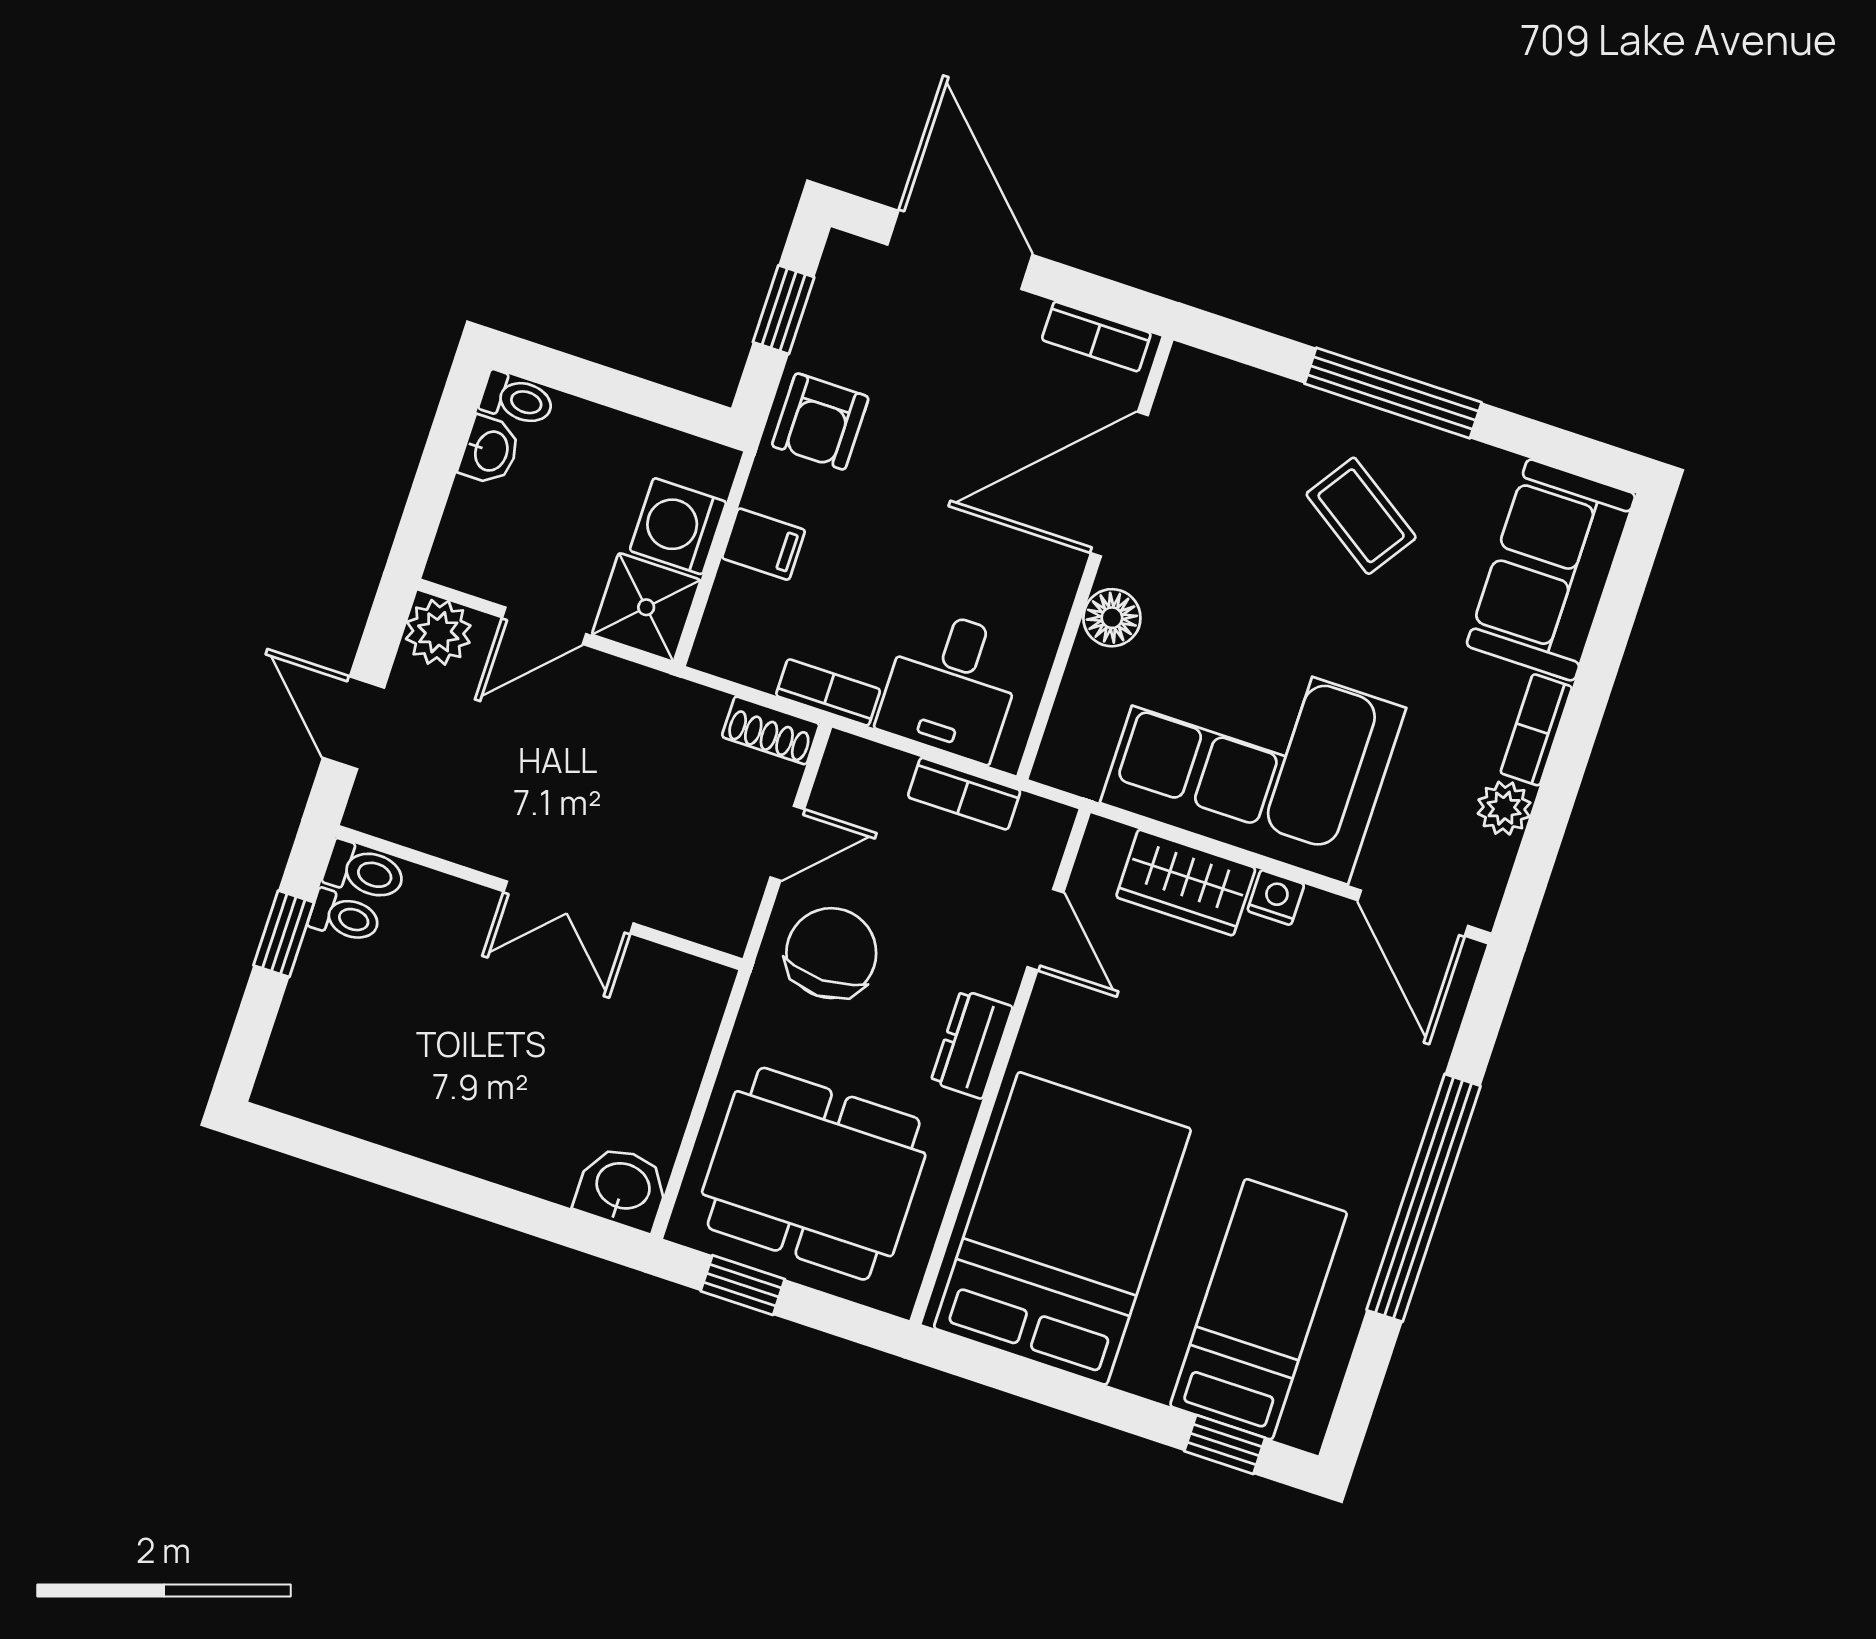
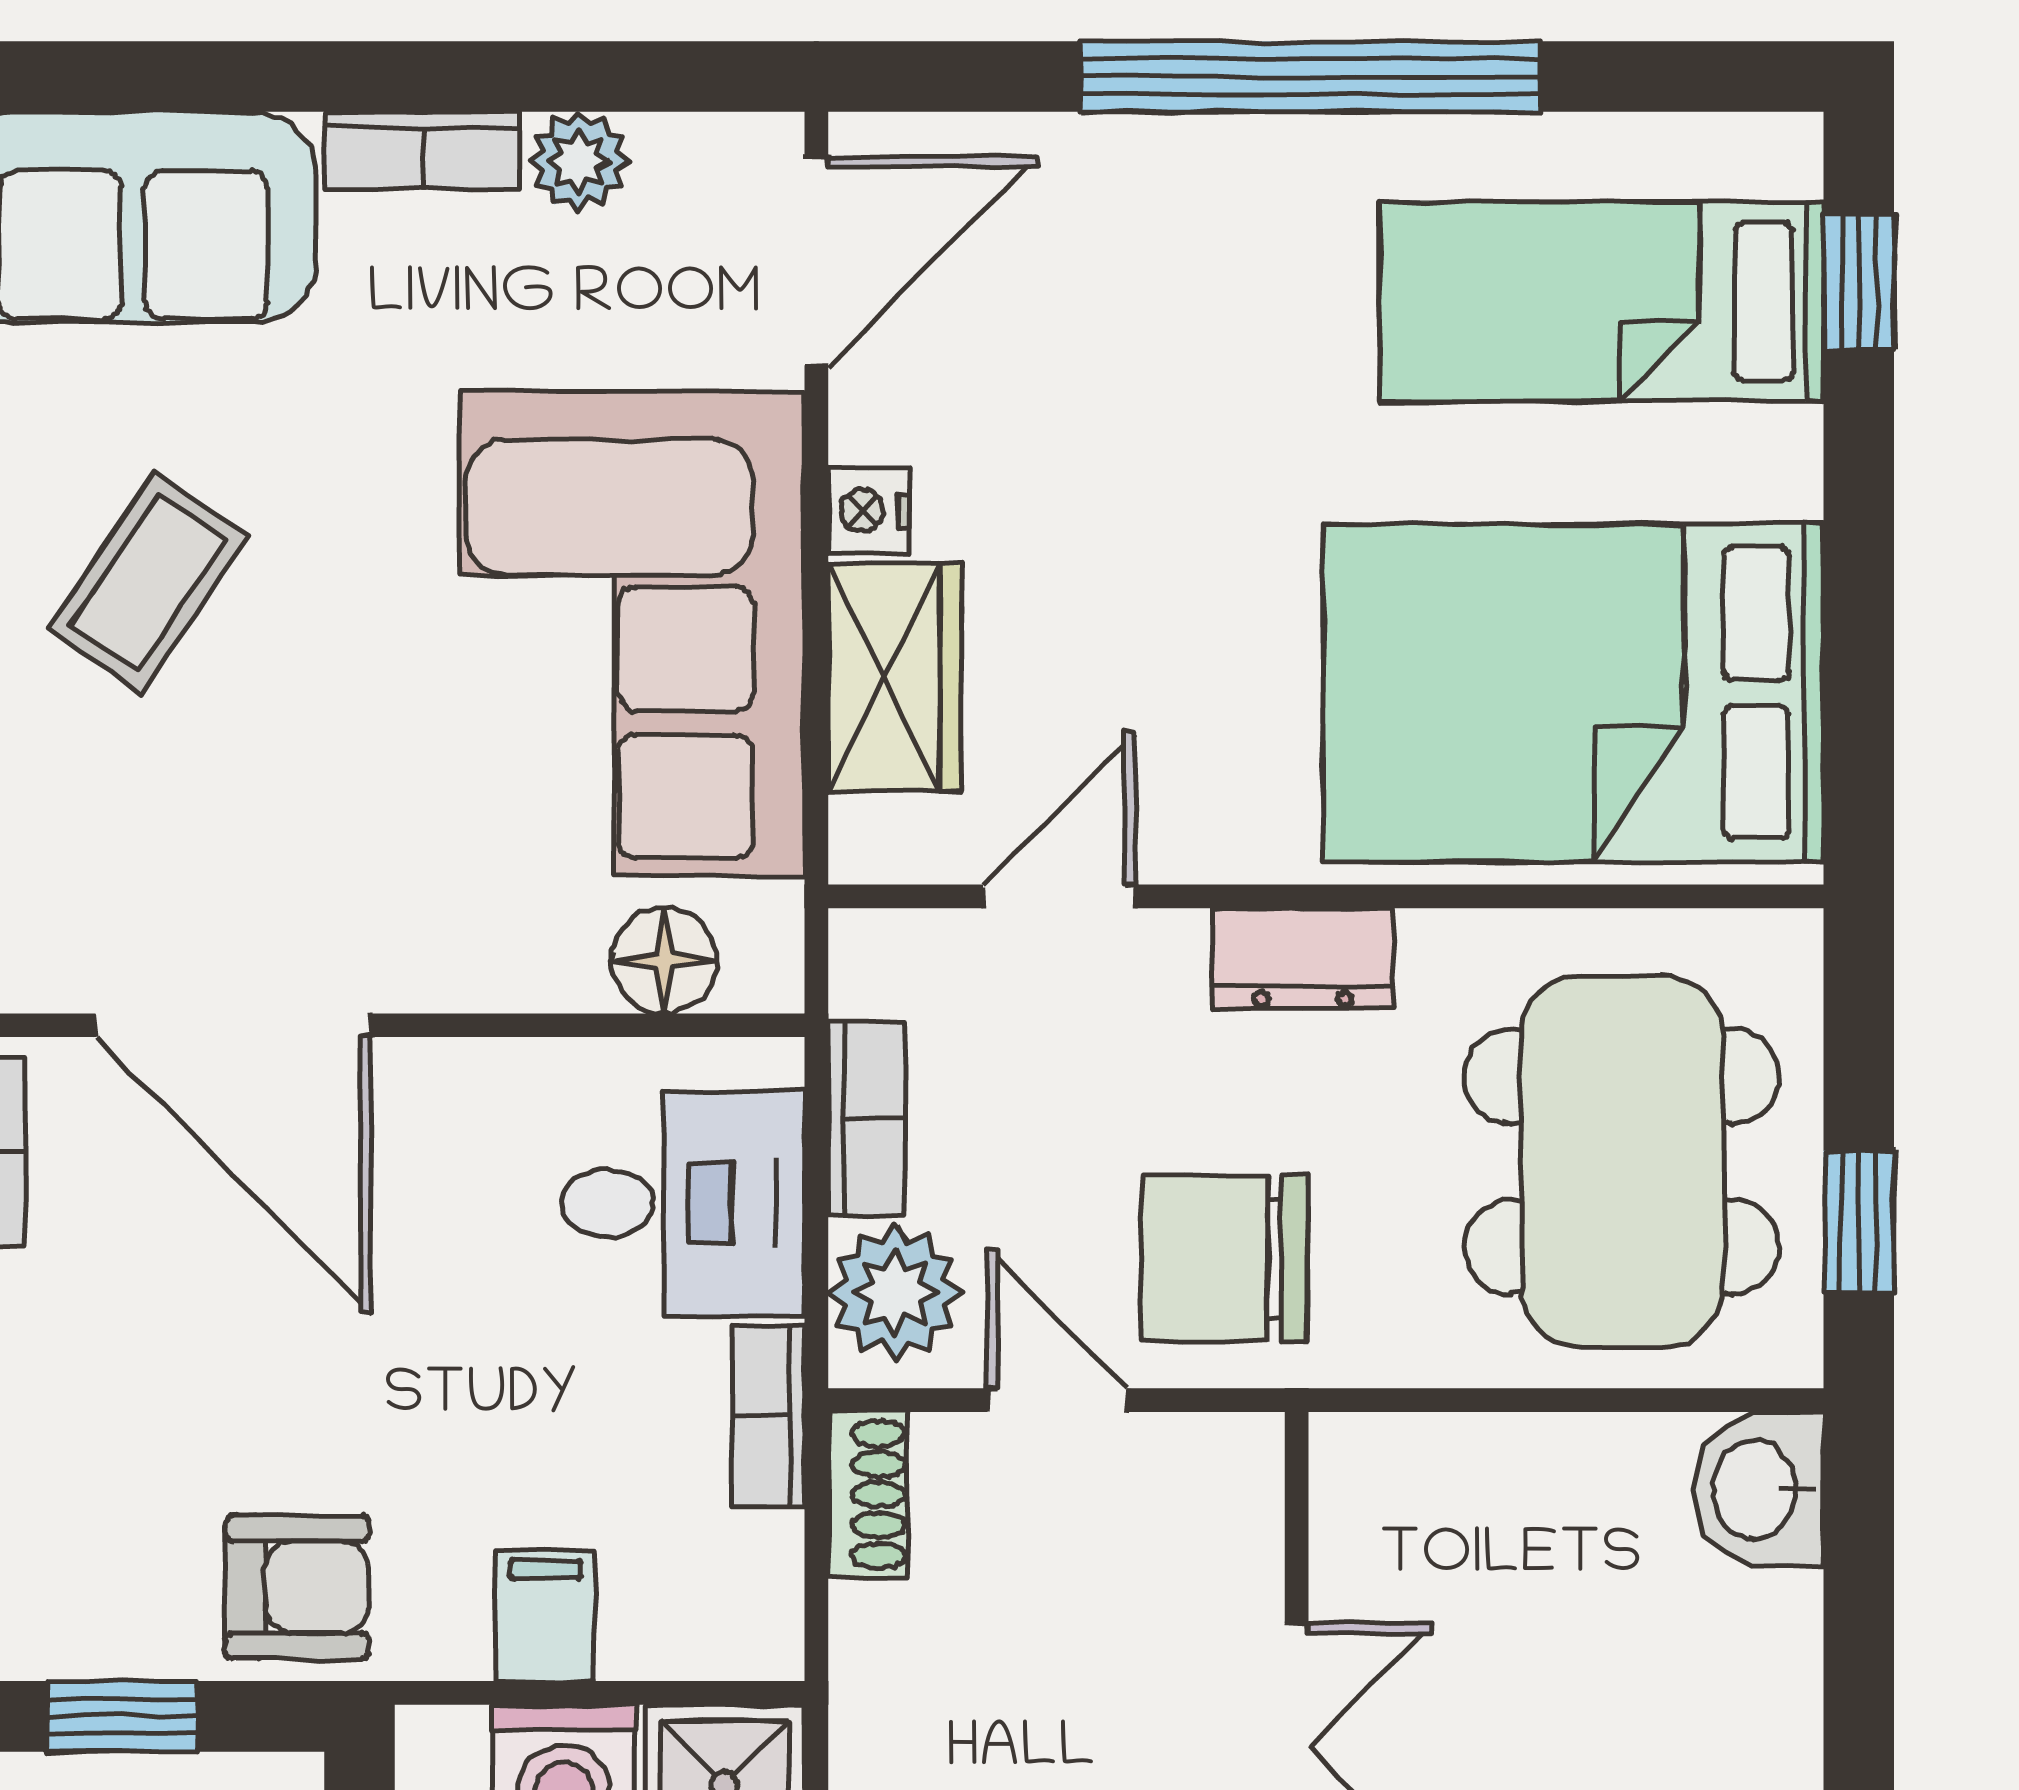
floor lamp: (1112, 618) -> (664, 961), moved
plant: (870, 778) -> (895, 1292), added

